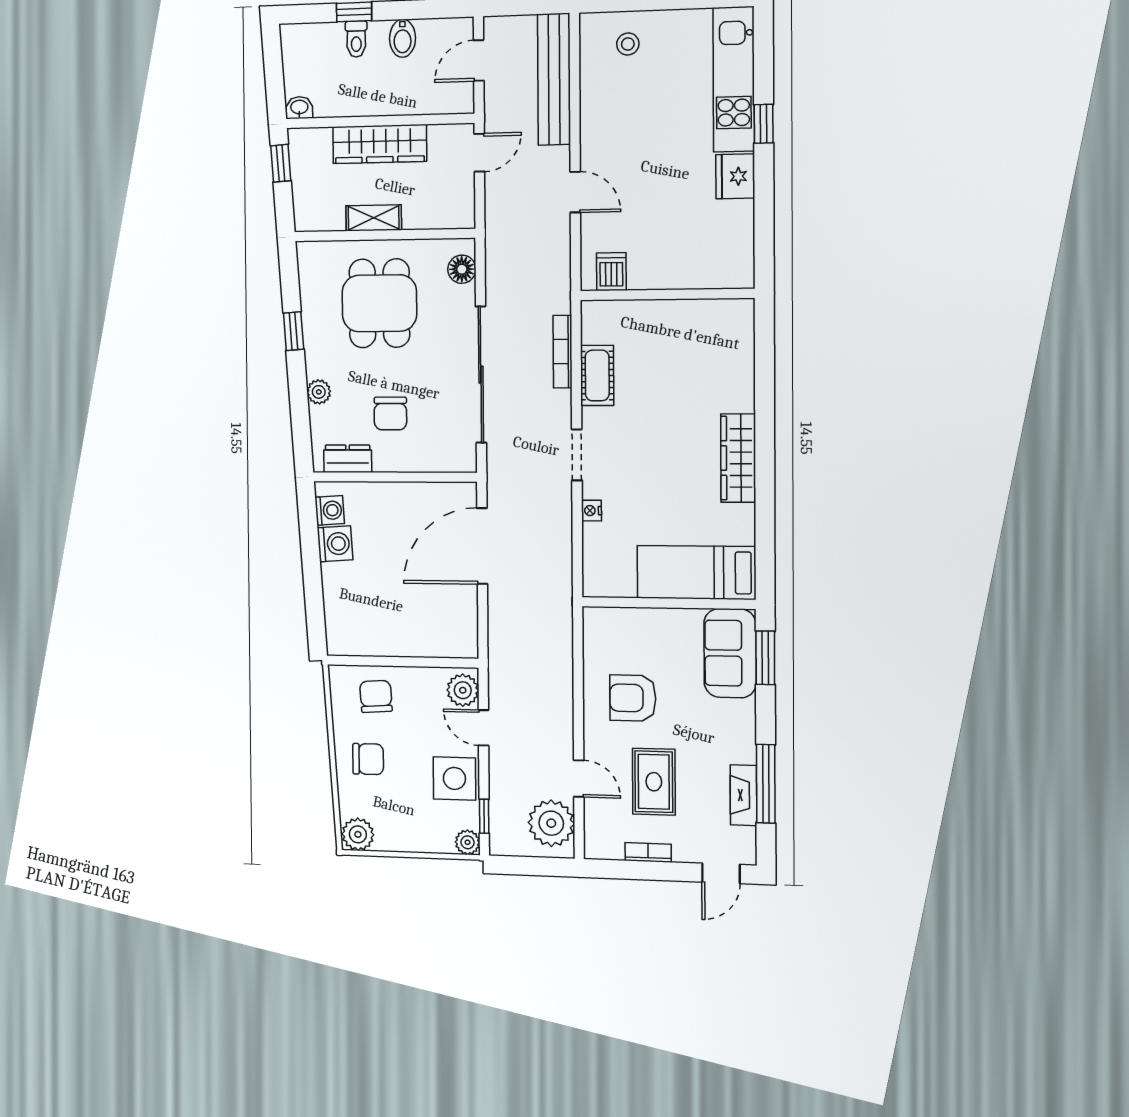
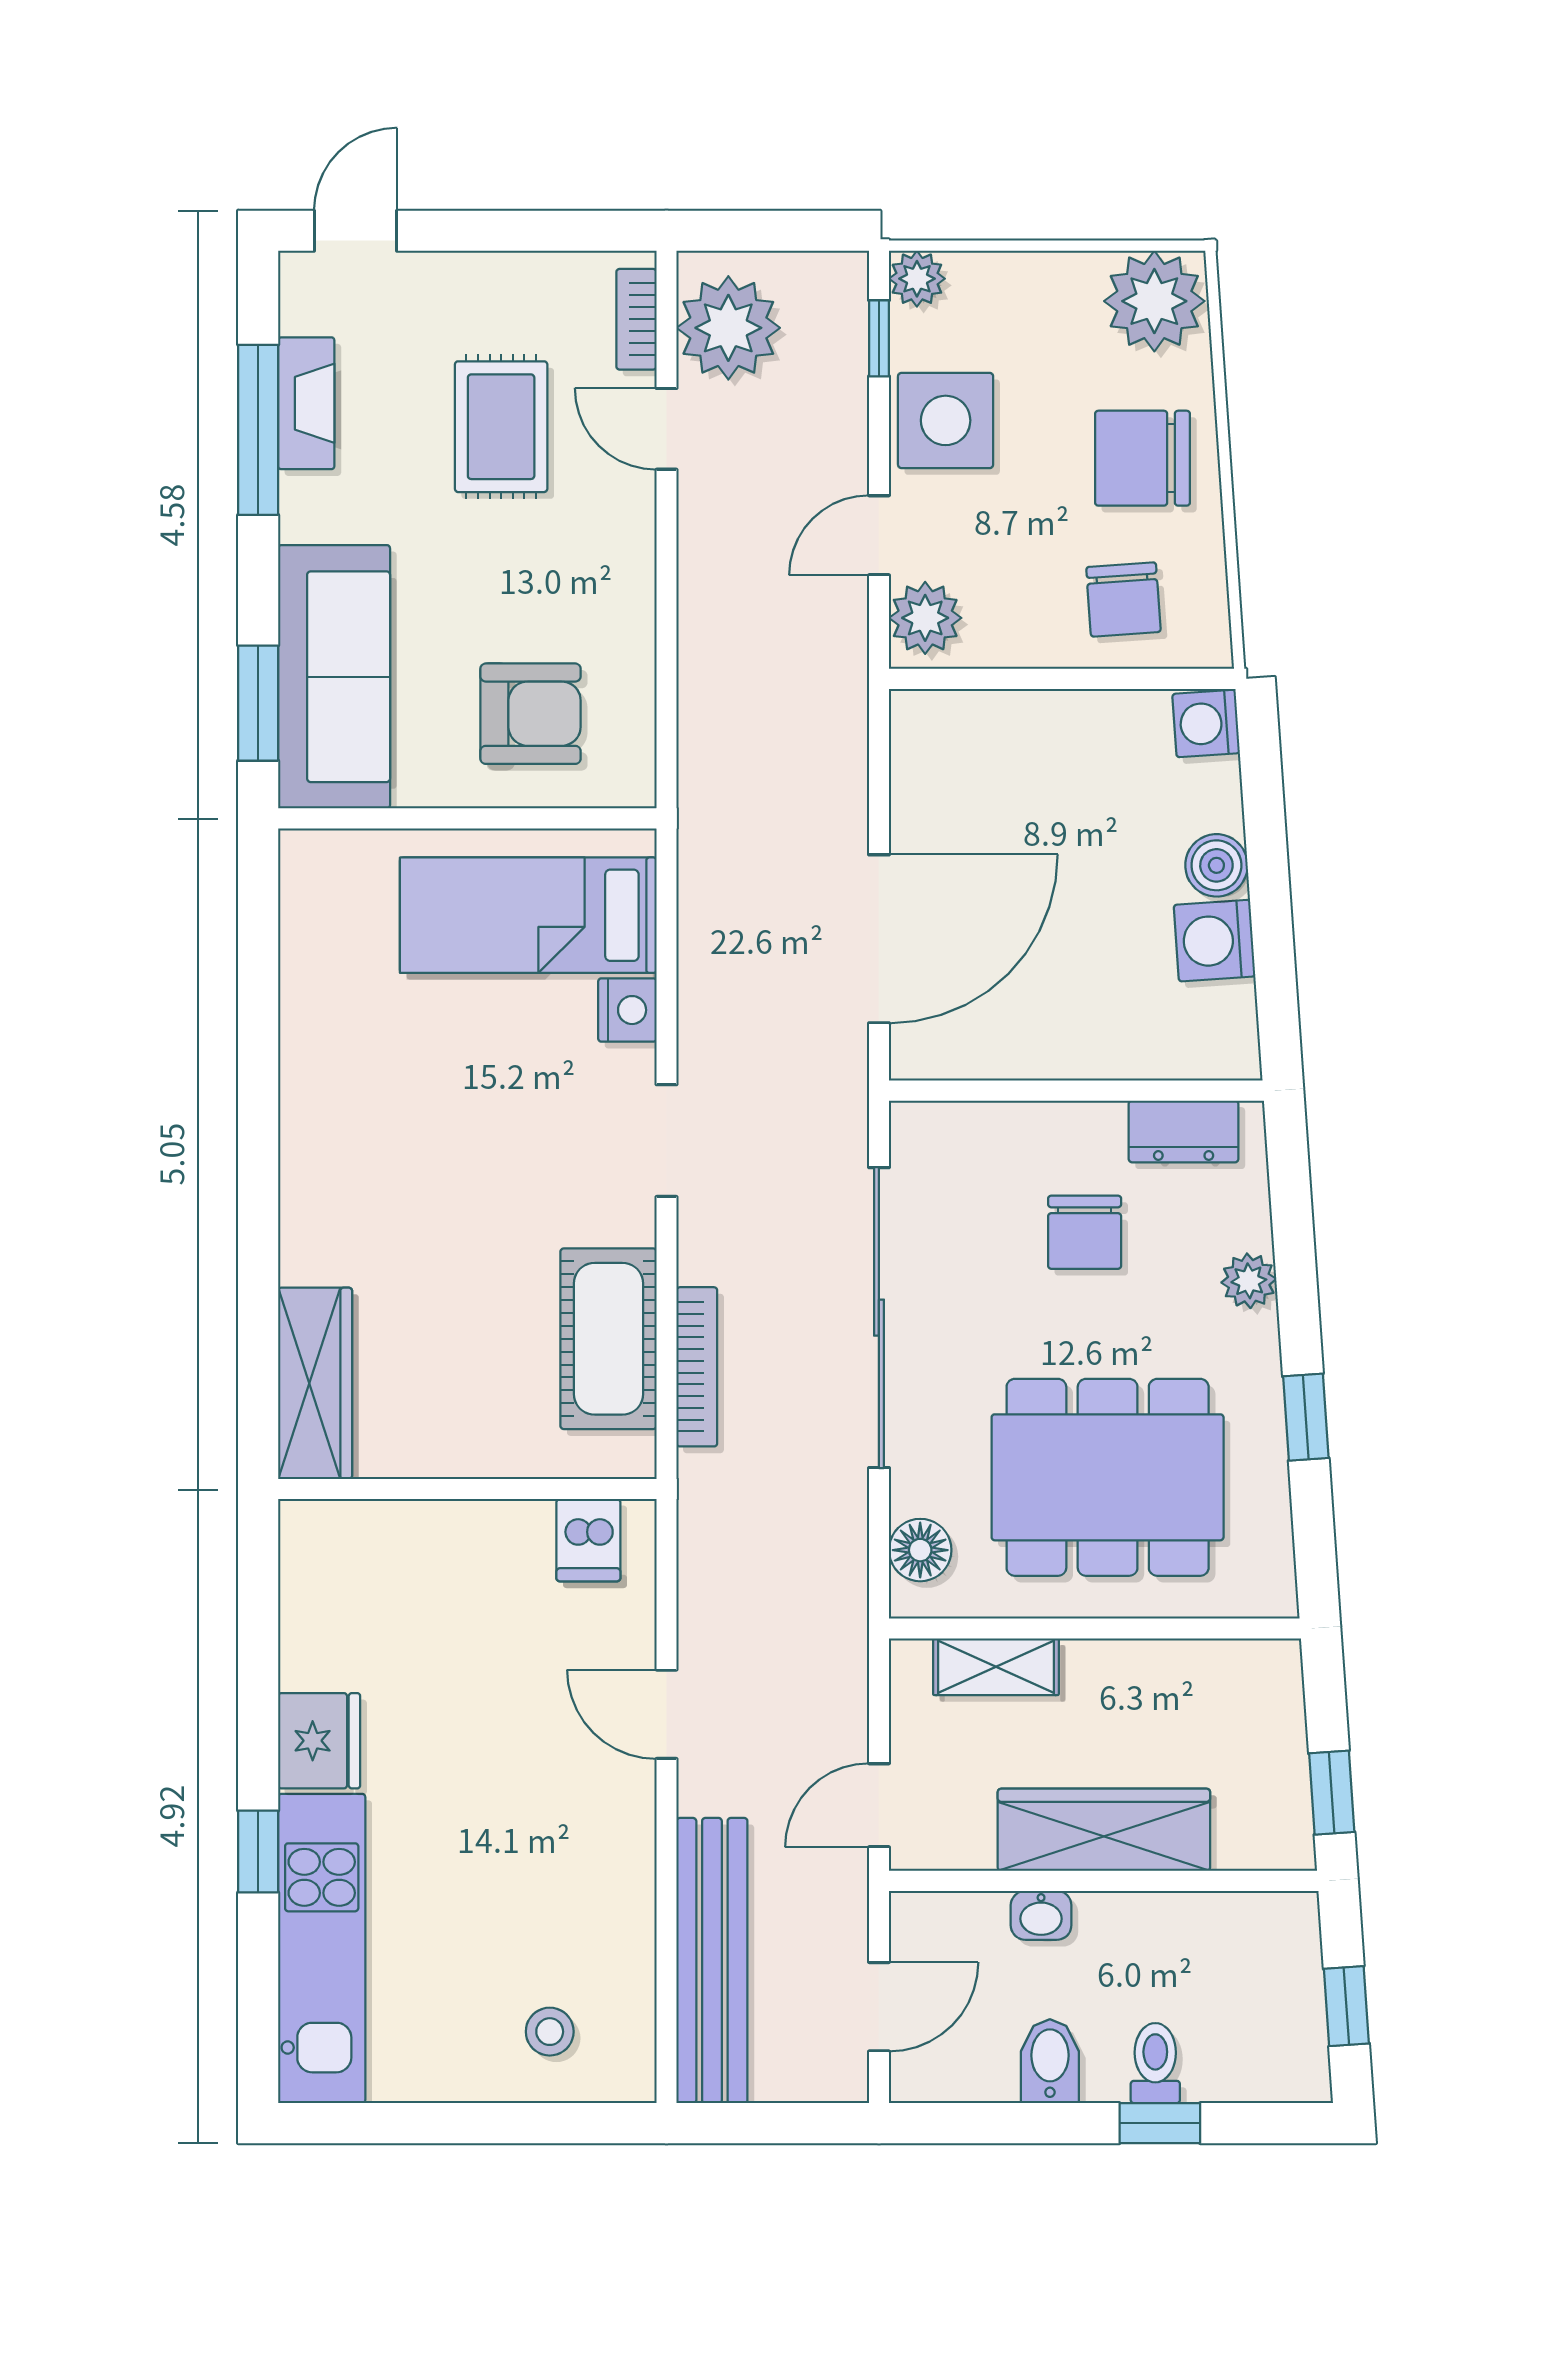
window: (273, 68) -> (1346, 2006), added
washbasin: (299, 108) -> (1041, 1915), moved
shelving: (374, 218) -> (996, 1667), moved
dining table: (379, 303) -> (1108, 1477), width x1.37
cot: (597, 375) -> (608, 1339), width x1.37, depth x1.34
chair: (390, 413) -> (1085, 1232), turned 180
wardrobe: (738, 458) -> (315, 1383), moved
washing machine: (330, 510) -> (1206, 723), moved
nightstand: (591, 511) -> (627, 1010), width x1.39, depth x1.35
bed: (696, 572) -> (528, 915), moved, turned 180
boiler: (334, 577) -> (1216, 865), added
sofa: (730, 653) -> (334, 677), width x1.36
armchair: (633, 698) -> (531, 714), moved
door: (483, 728) -> (879, 535), swing flipped
chair: (368, 759) -> (1143, 458), width x1.37, depth x1.37
plant: (358, 834) -> (1154, 301), width x1.36, depth x1.36
bookcase: (648, 852) -> (636, 319), moved, turned 90

